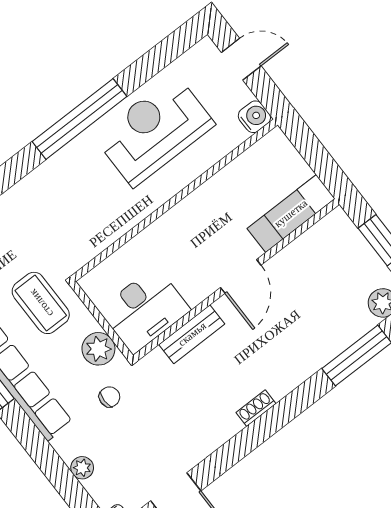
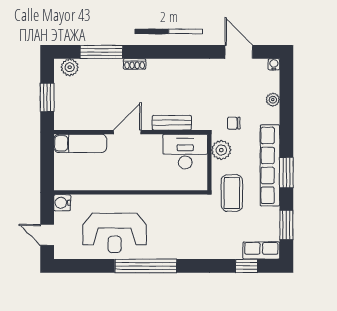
shoe rack: (256, 408) -> (135, 64), moved

